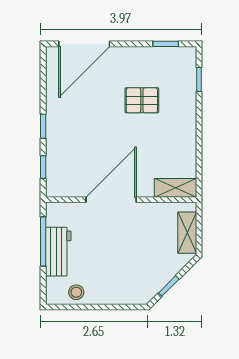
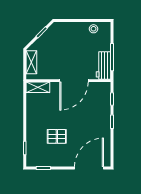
workbench: (58, 252) -> (104, 65), moved

